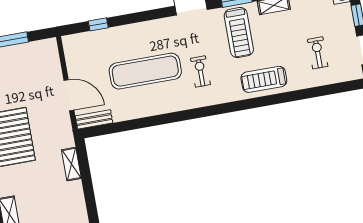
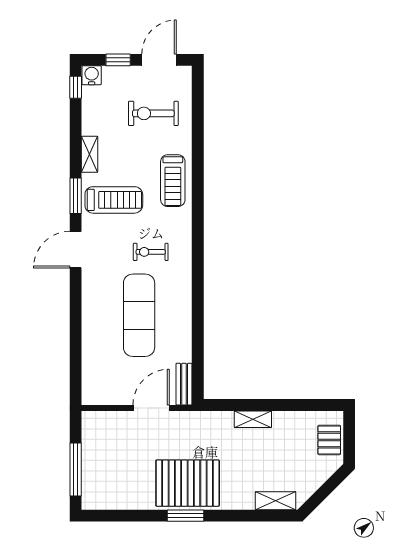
window: (98, 24) -> (76, 360), removed
exercise bike: (318, 53) -> (153, 113), width x1.38, depth x1.39
shelving: (71, 164) -> (253, 419), moved

